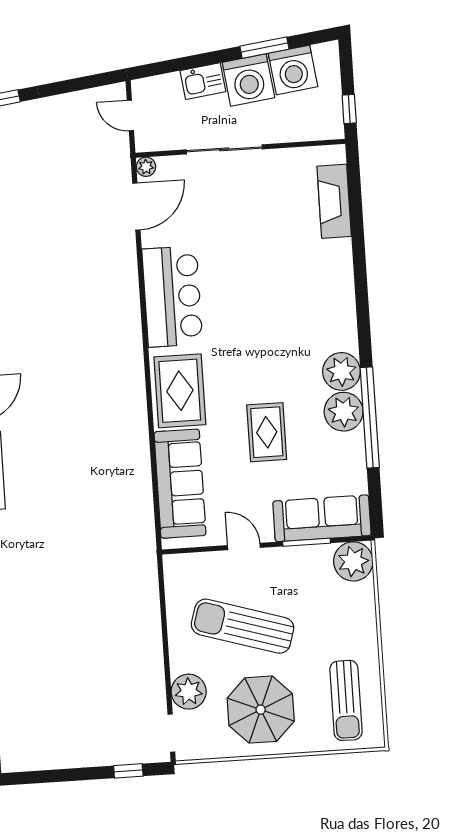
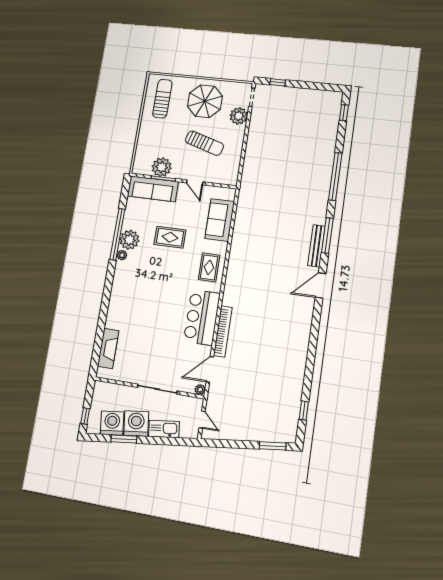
kitchen sink: (203, 81) -> (164, 429), width x1.38
window: (349, 109) -> (85, 416), moved
bookcase: (128, 280) -> (223, 331), added
plant: (341, 371) -> (122, 255), width x0.53, depth x0.53
rug: (180, 391) -> (209, 267), width x0.73, depth x0.70
rug: (267, 432) -> (170, 237), turned 90
sofa: (180, 484) -> (220, 220), width x0.73
plant: (353, 561) -> (162, 167), moved
sun lounger: (243, 626) -> (204, 143), width x0.73, depth x0.75

